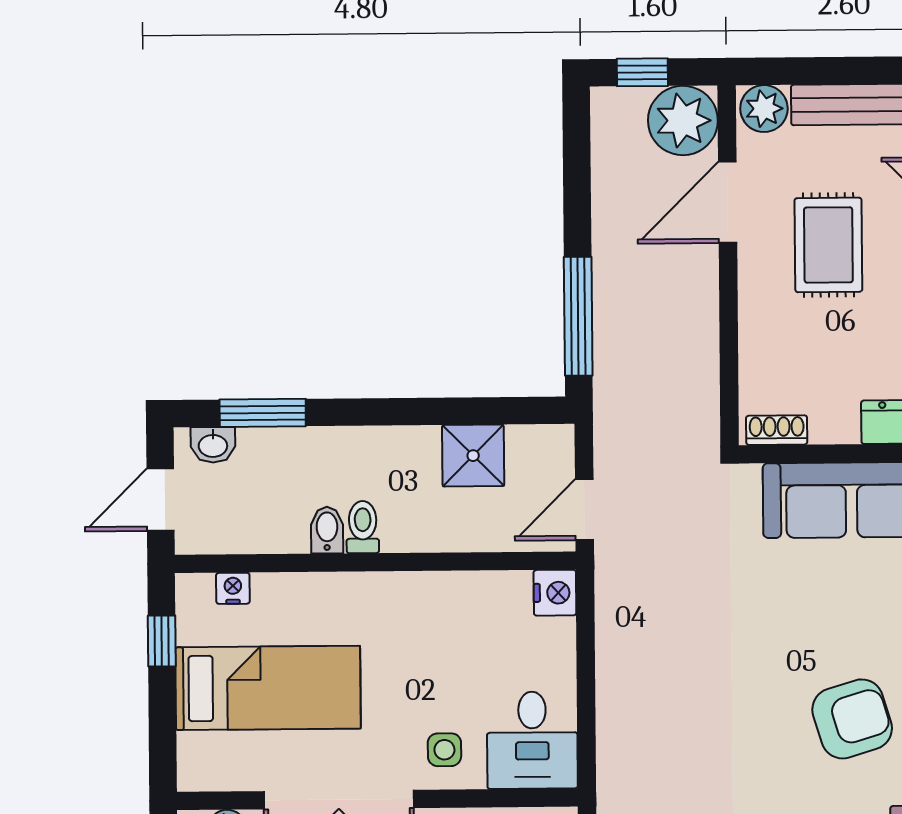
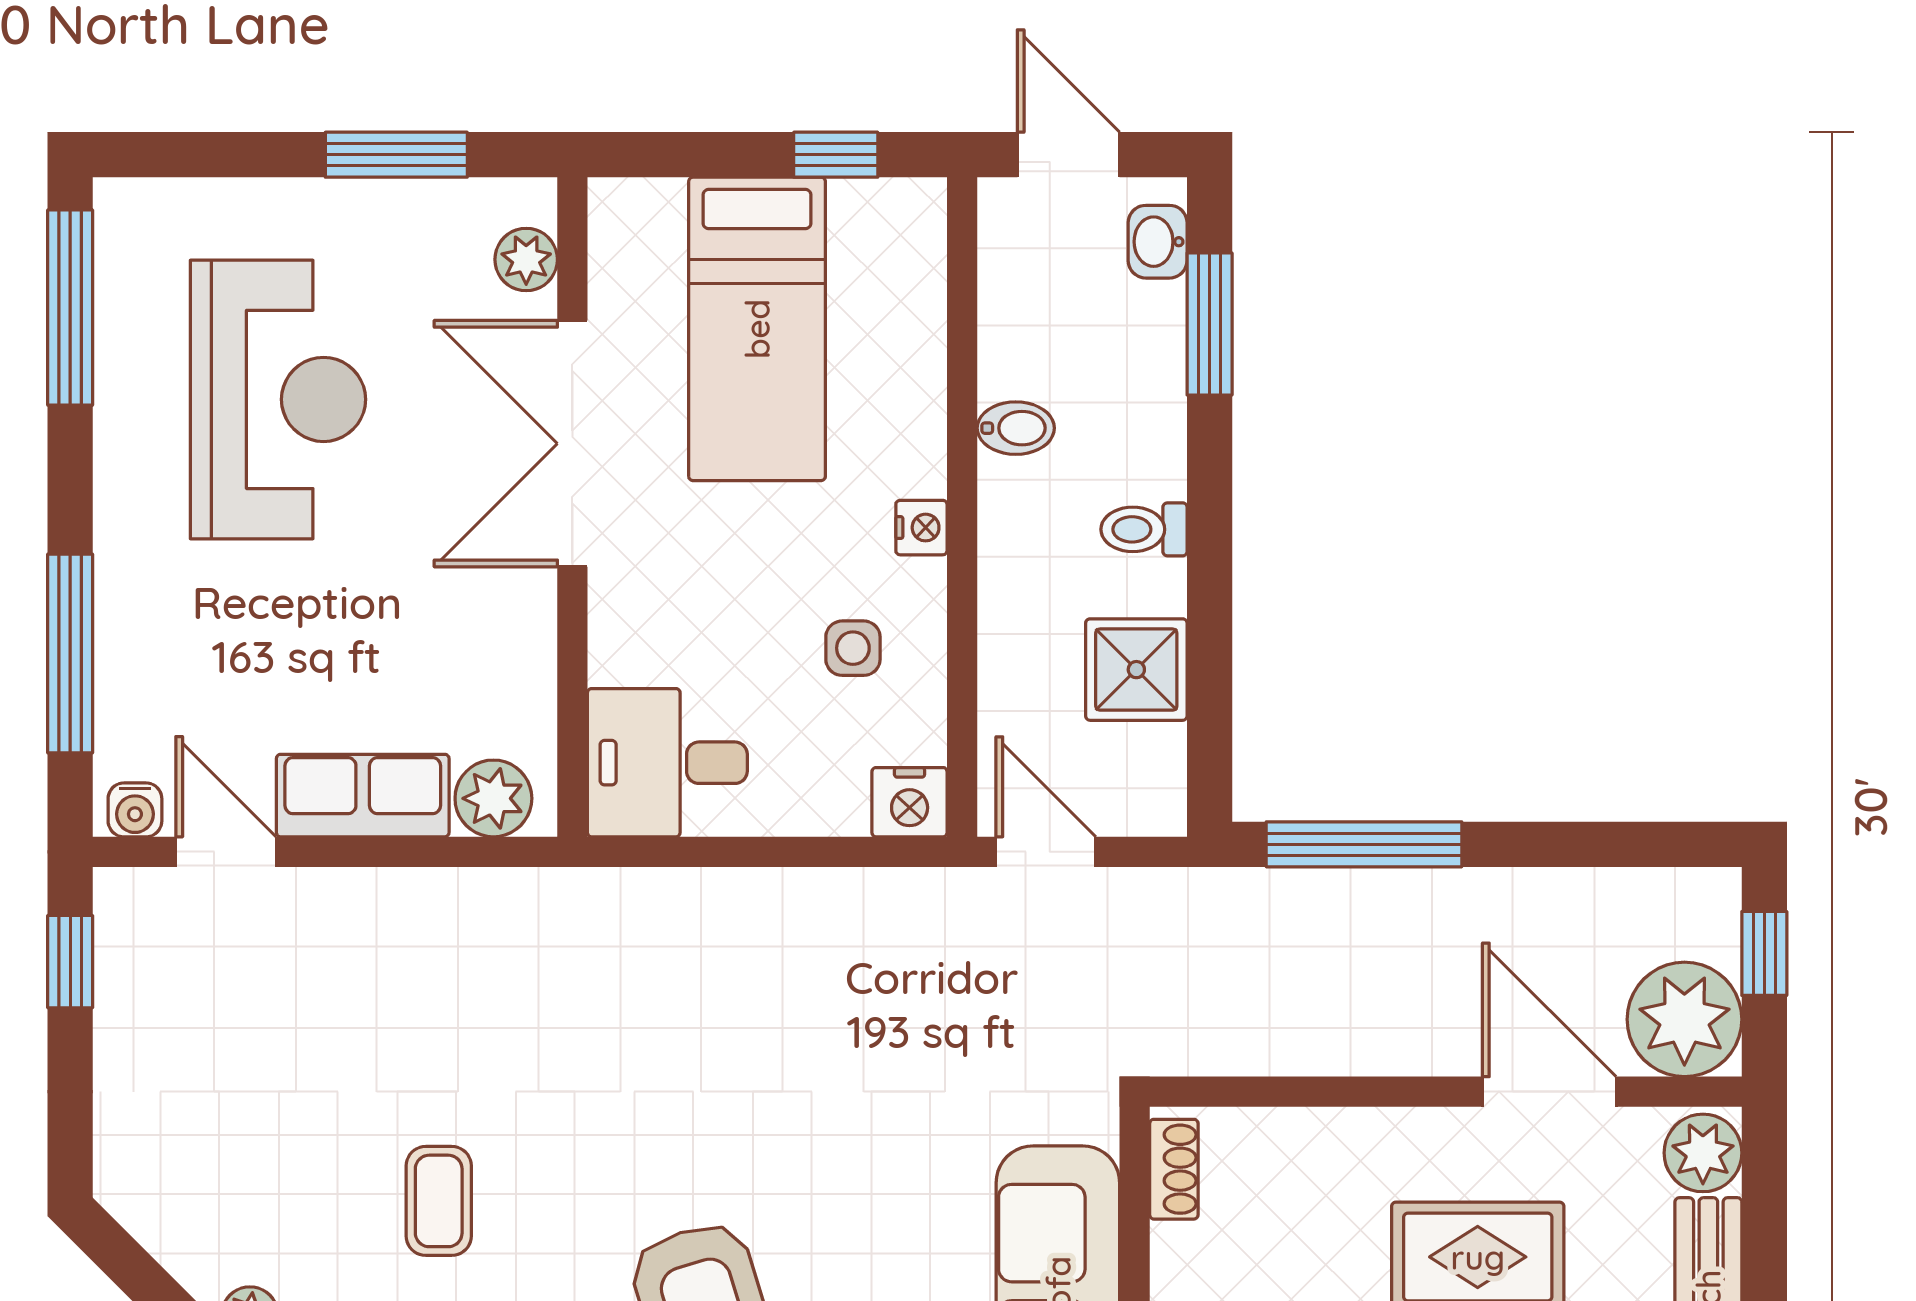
toilet: (363, 527) -> (1144, 529), moved, turned 180
nightstand: (233, 588) -> (921, 528), moved
side table: (444, 750) -> (853, 648), moved

